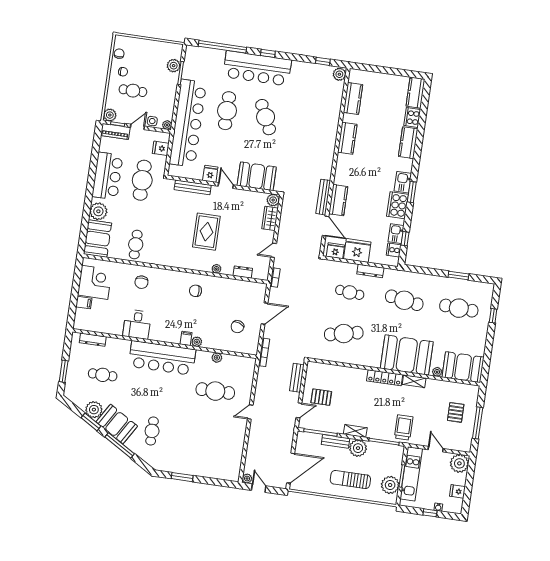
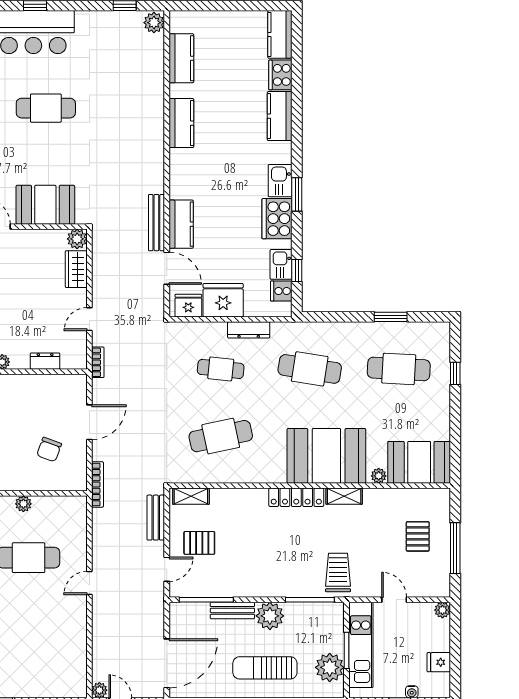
cafe table: (266, 117) -> (46, 108), turned -65
shelving: (355, 431) -> (191, 496), moved
plant: (459, 463) -> (442, 610), width x0.53, depth x0.53

